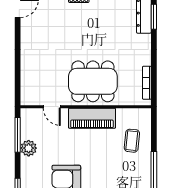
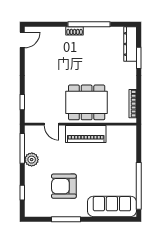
window: (154, 17) -> (139, 58), moved
window: (18, 81) -> (22, 102), added
coffee table: (132, 141) -> (120, 153), removed

